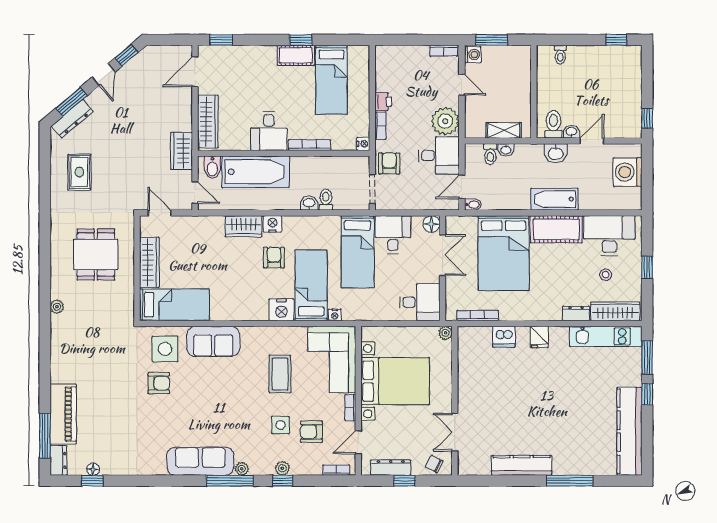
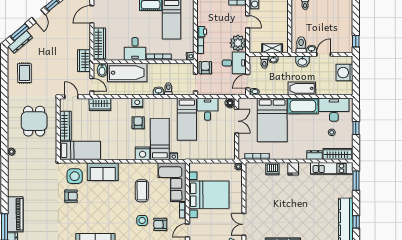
wardrobe: (244, 226) -> (100, 104), moved
desk: (420, 302) -> (223, 149), removed
window: (647, 394) -> (356, 222), moved

